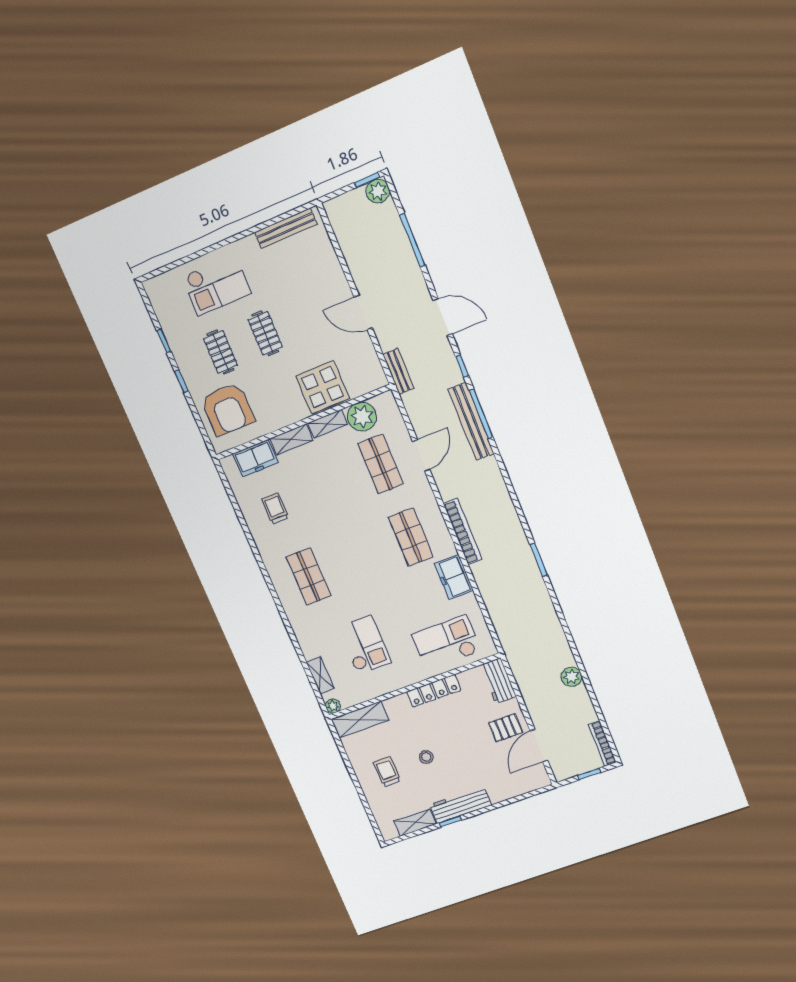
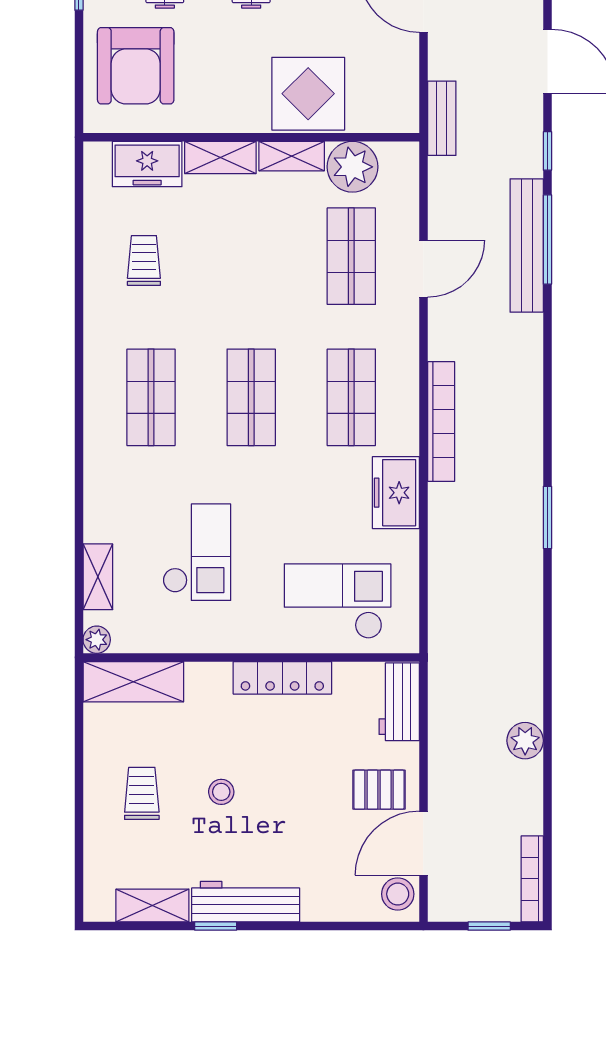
shop shelf: (359, 557) -> (251, 397), added
stool: (536, 775) -> (398, 894), added

